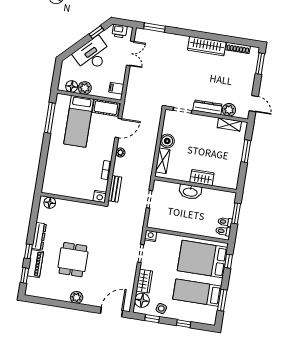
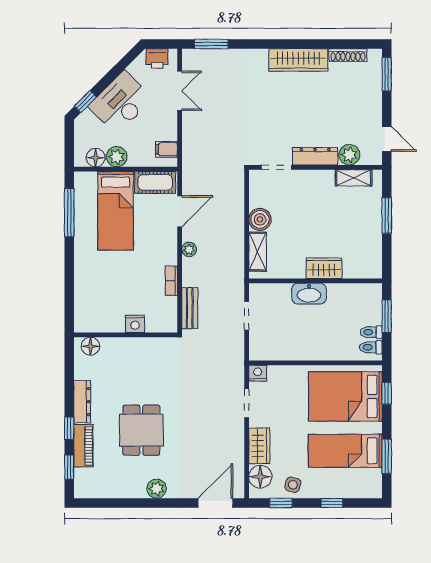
window: (97, 32) -> (85, 102), moved
nightstand: (100, 196) -> (135, 324), moved

